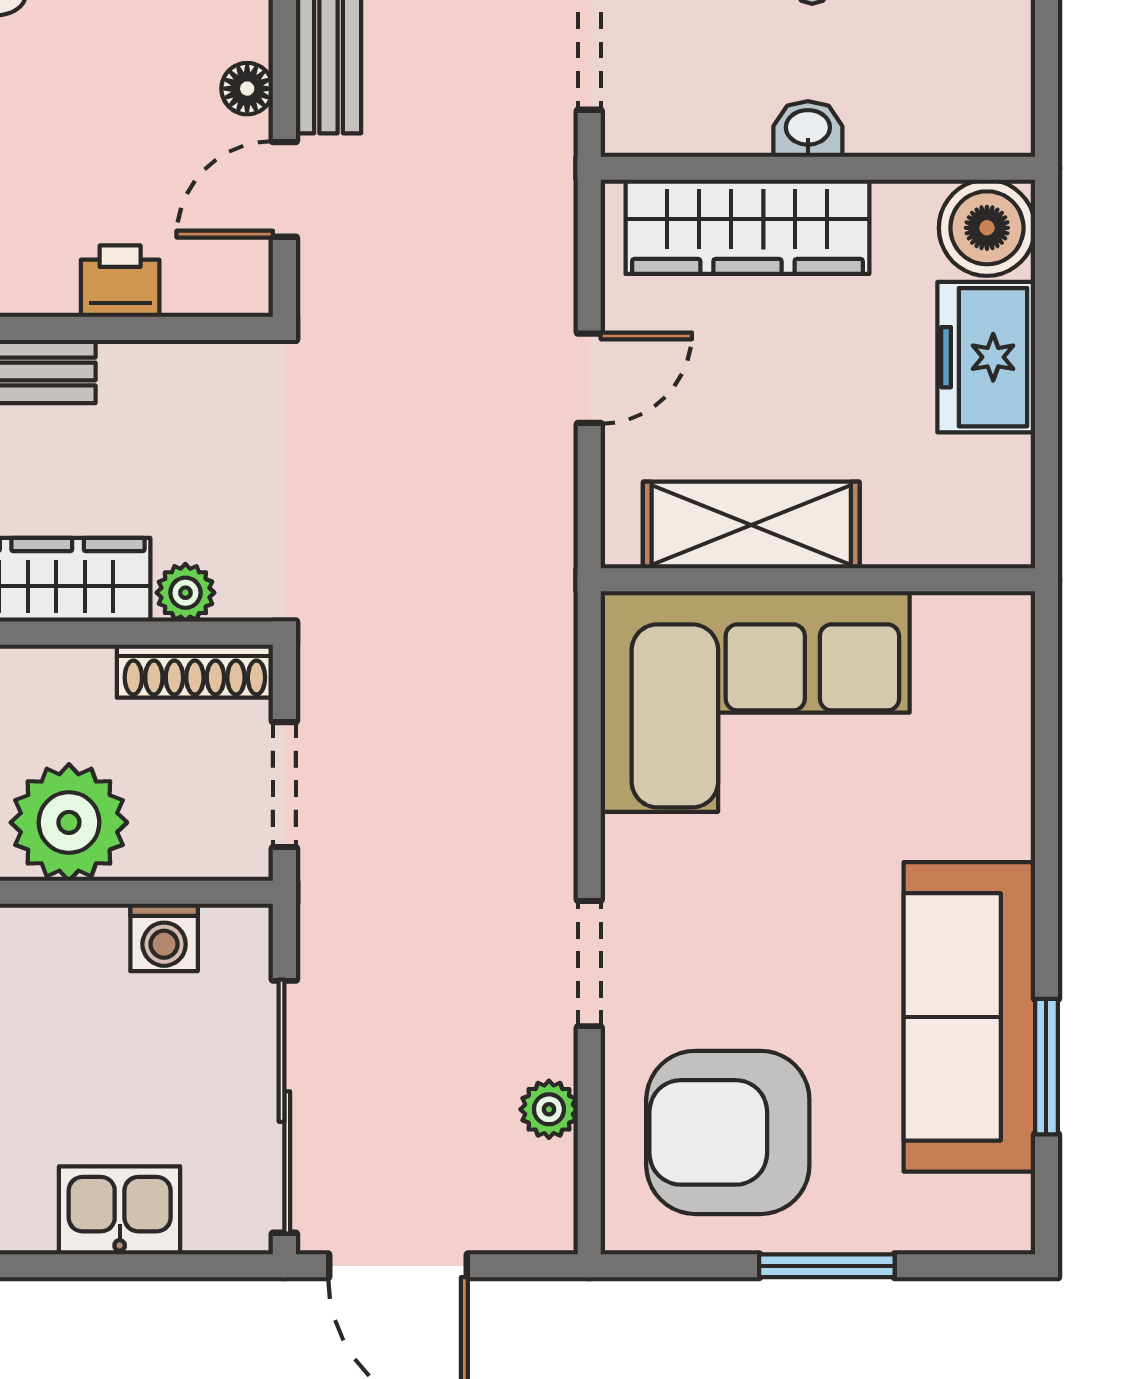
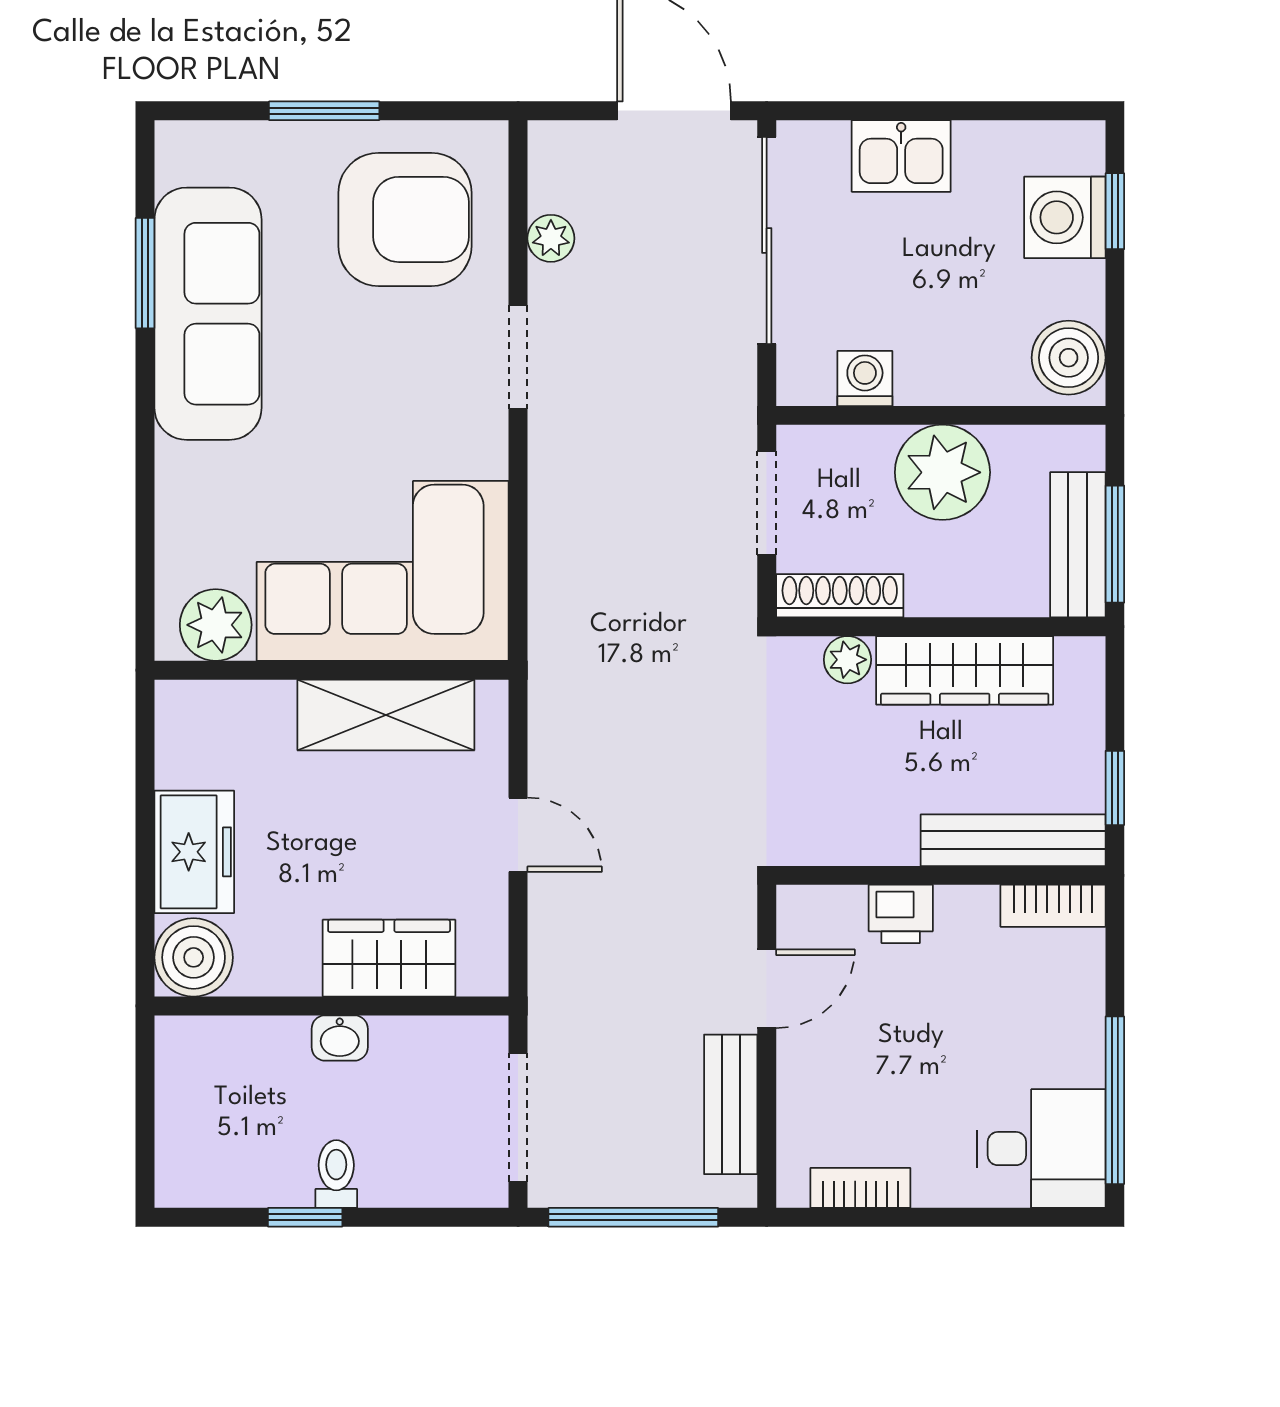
floor lamp: (247, 89) -> (797, 1071), removed
wardrobe: (747, 227) -> (389, 958), width x0.67
door: (589, 378) -> (518, 835), swing flipped
plant: (960, 635) -> (216, 625), added

